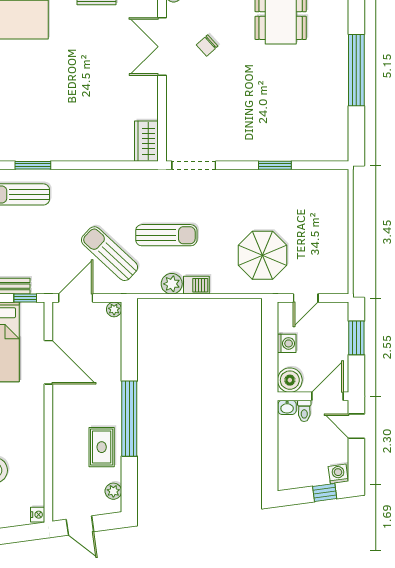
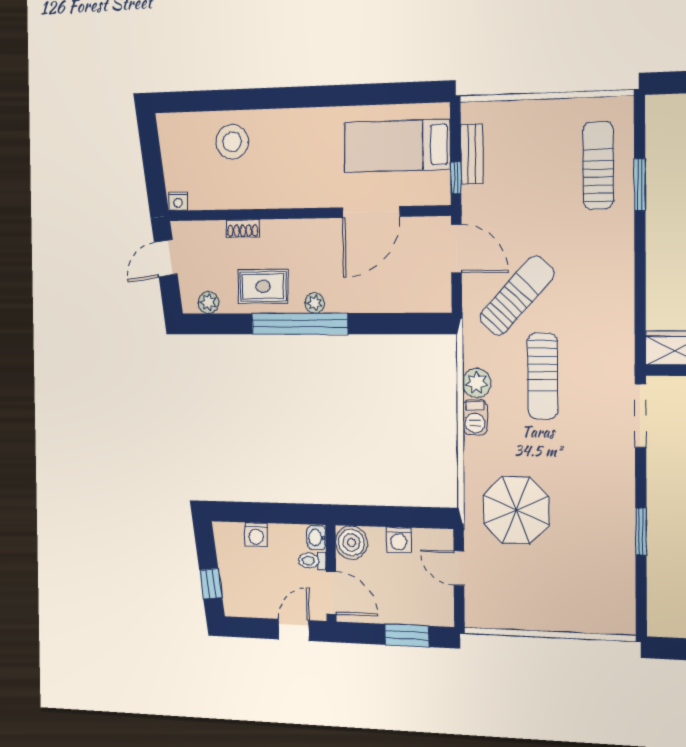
plant: (114, 309) -> (315, 303), moved
shoe rack: (59, 463) -> (243, 229), added
washing machine: (338, 474) -> (256, 535), moved, turned 98

